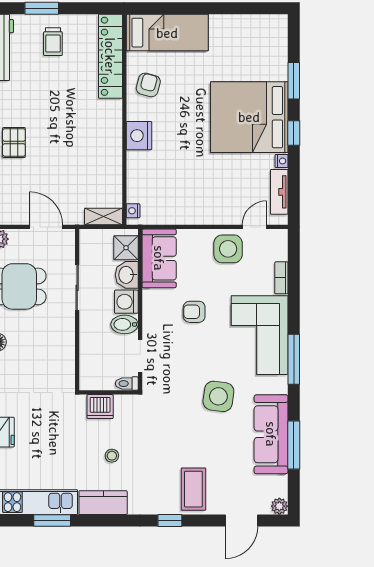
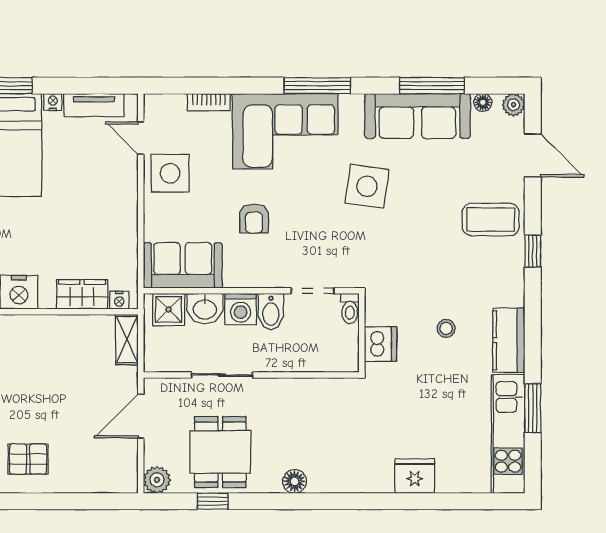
wardrobe: (137, 183) -> (82, 294), added
floor lamp: (281, 483) -> (483, 102), added

